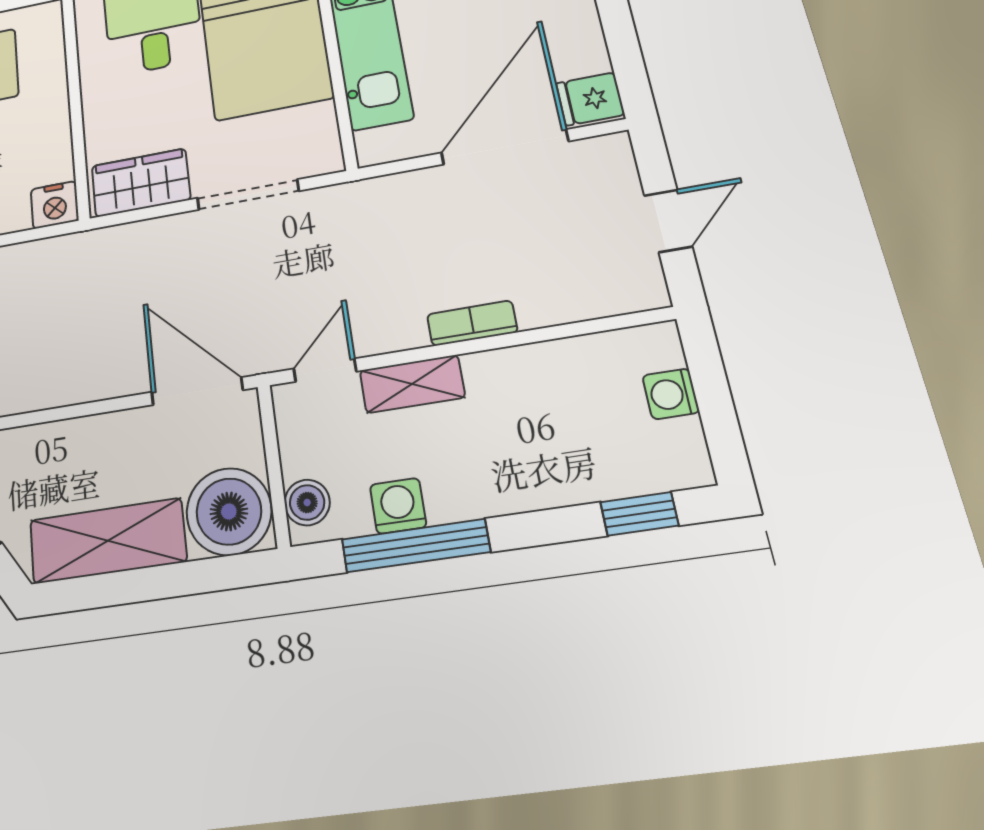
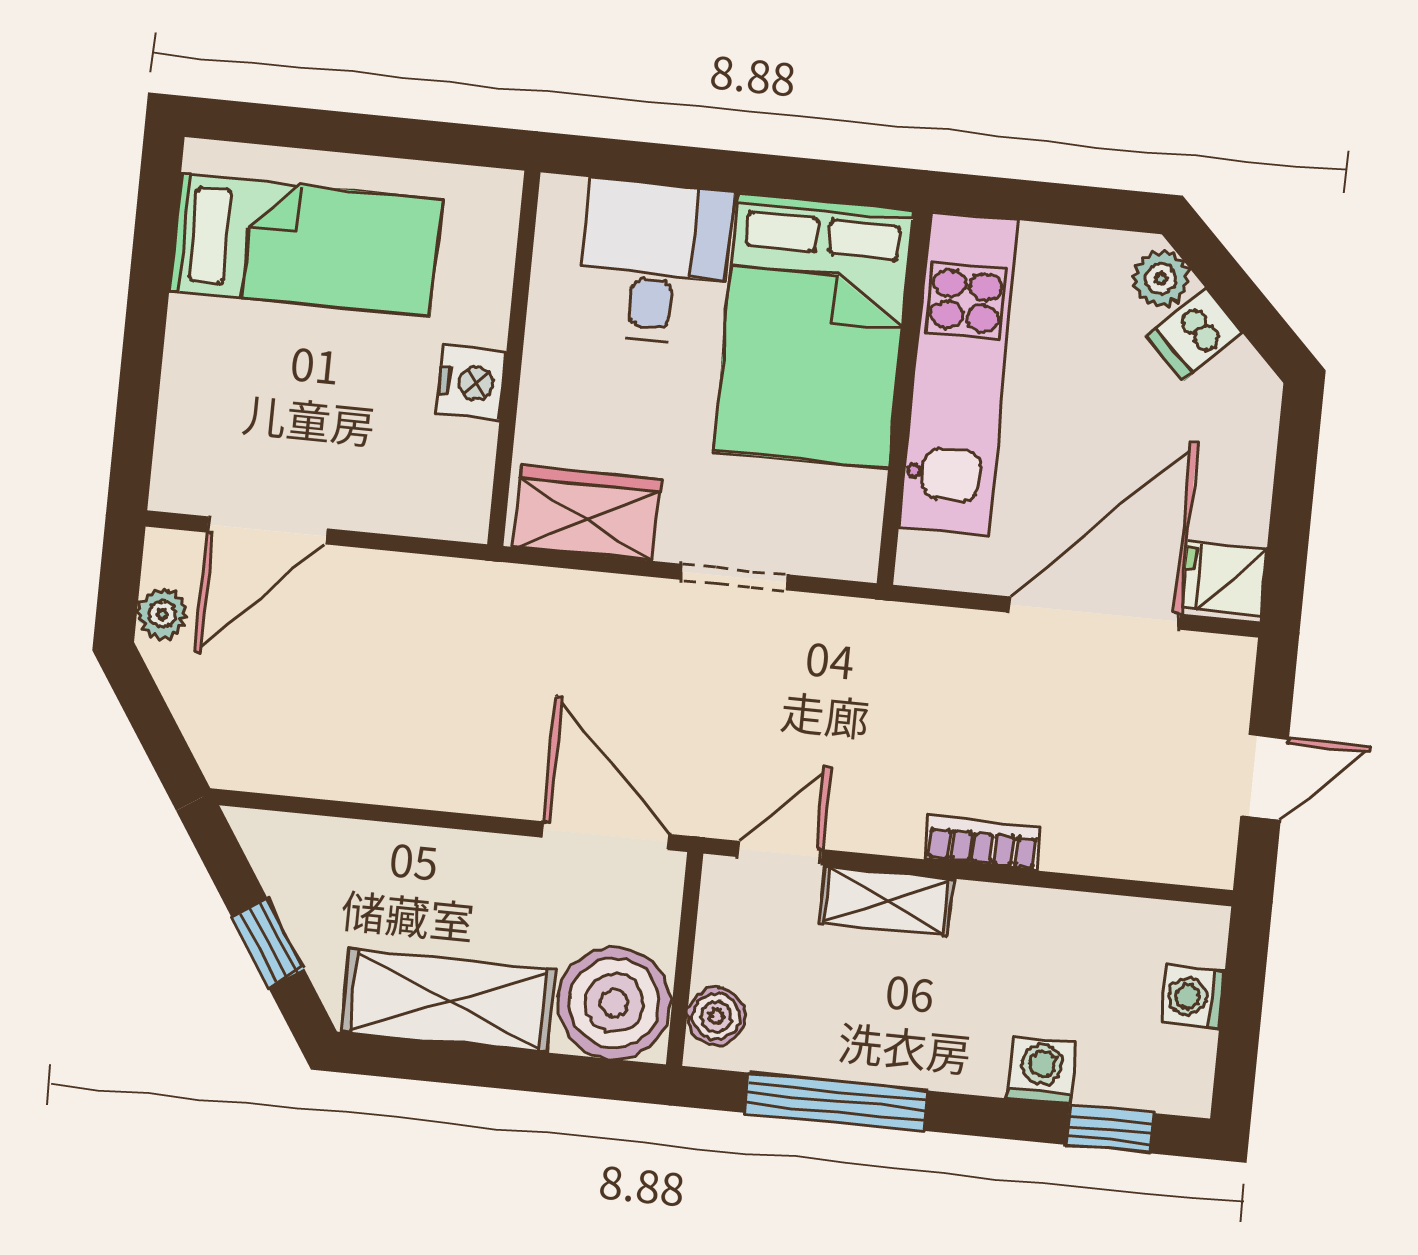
doorway: (248, 195) -> (734, 577), width x0.73
nightstand: (55, 205) -> (471, 382), moved, turned -90
washing machine: (398, 506) -> (1041, 1070), moved

